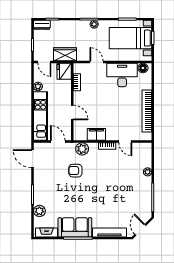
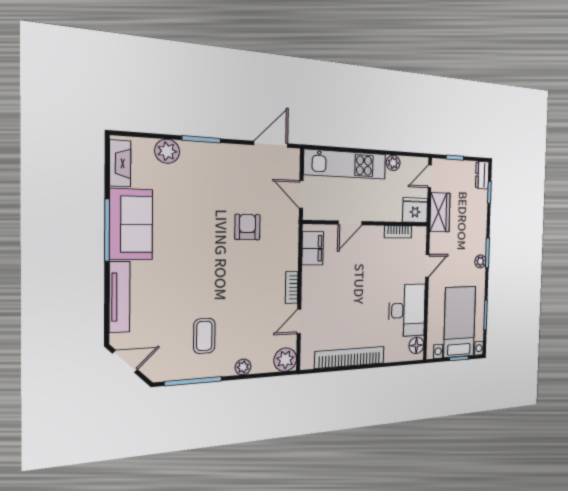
filing cabinet: (96, 134) -> (313, 248), moved
door: (58, 141) -> (301, 194), swing flipped
plant: (82, 149) -> (285, 360), moved
coffee table: (130, 192) -> (204, 336), added

